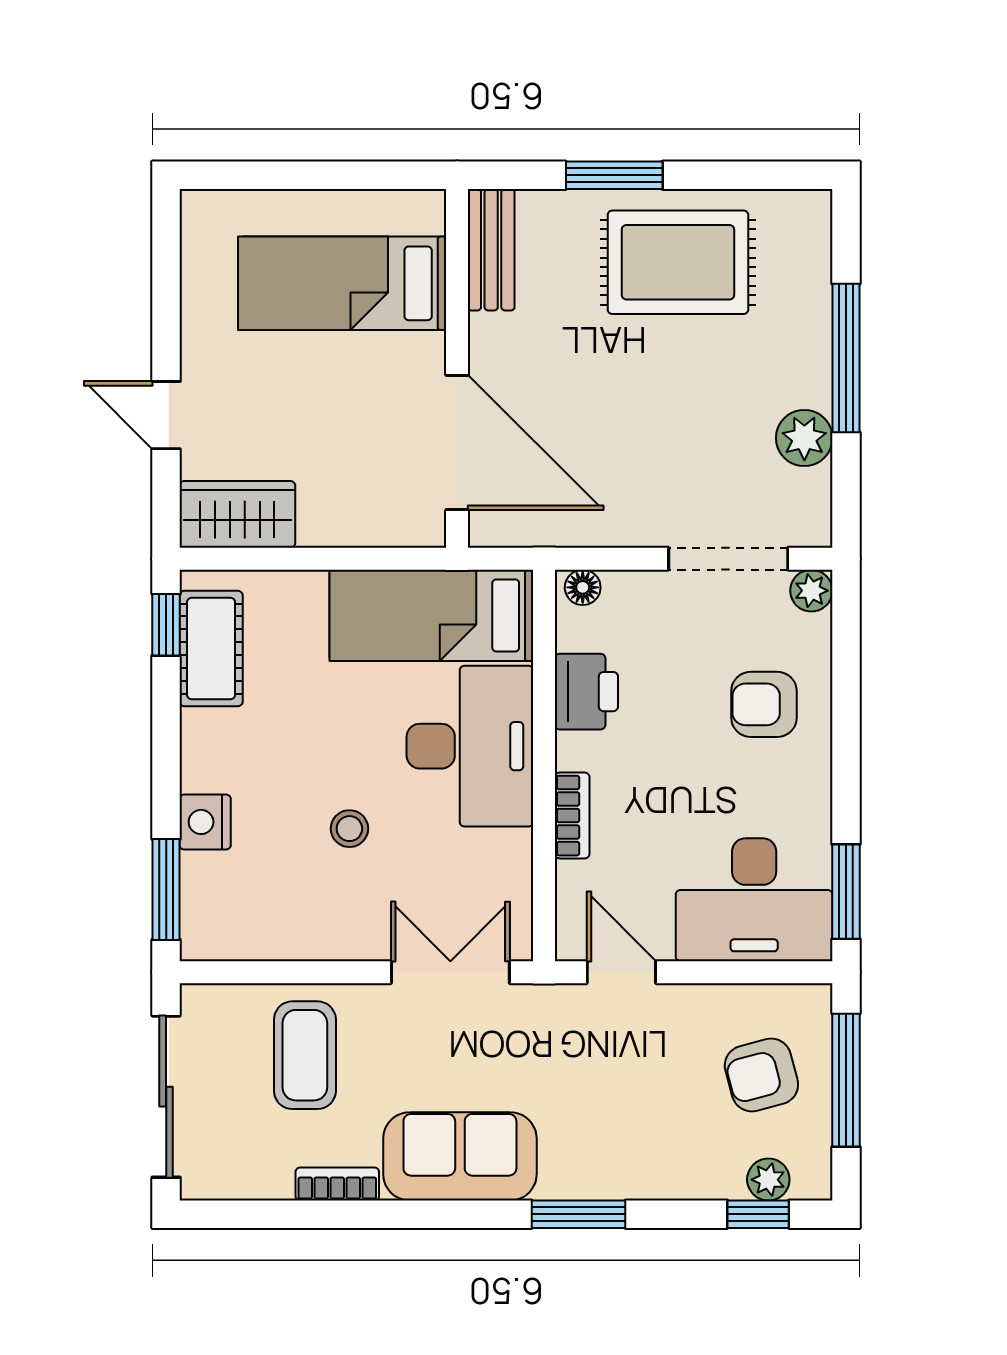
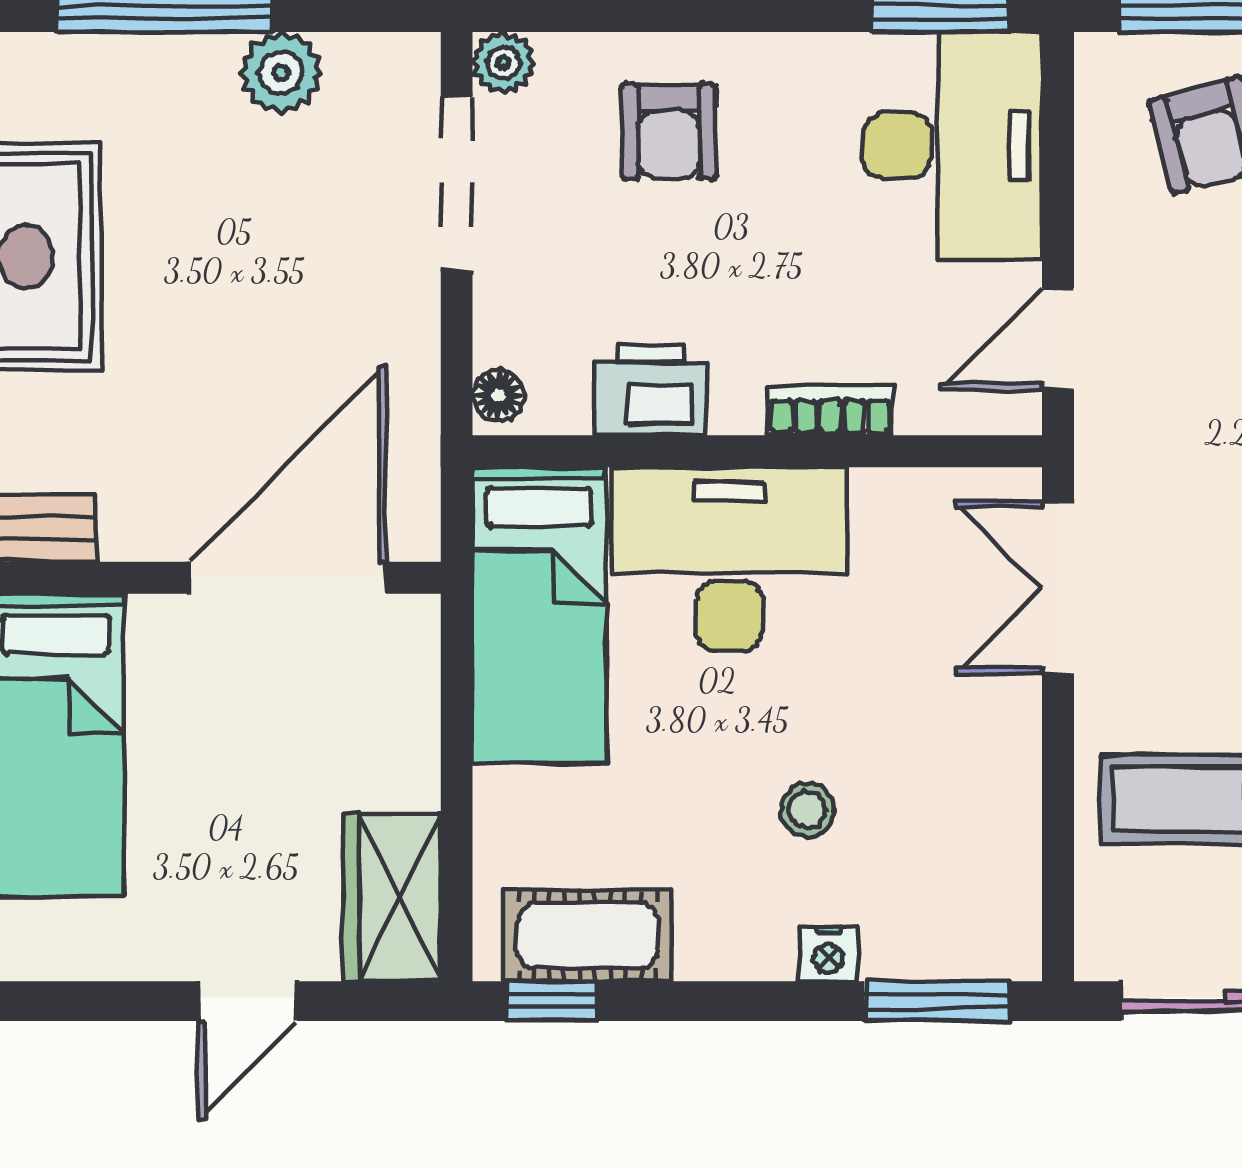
nightstand: (205, 822) -> (828, 954), width x0.72, depth x0.74
stool: (349, 829) -> (807, 810), moved

